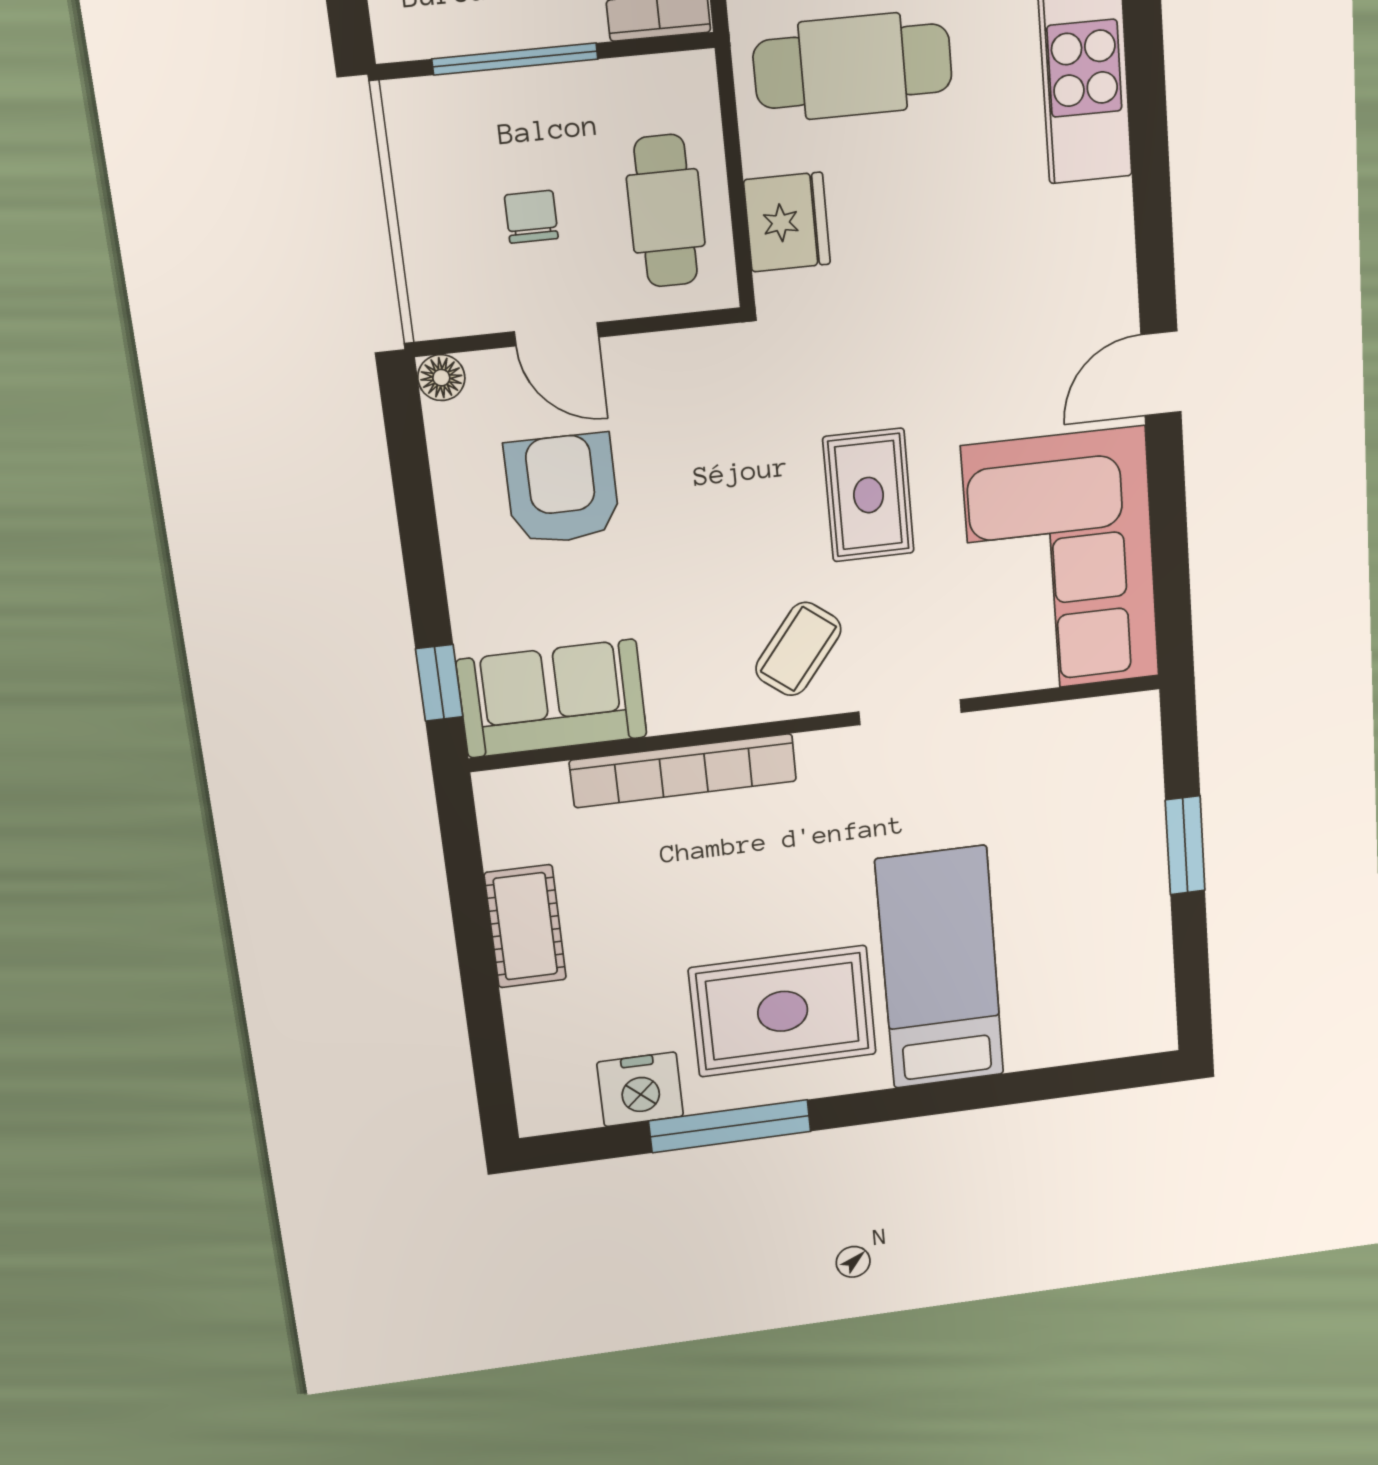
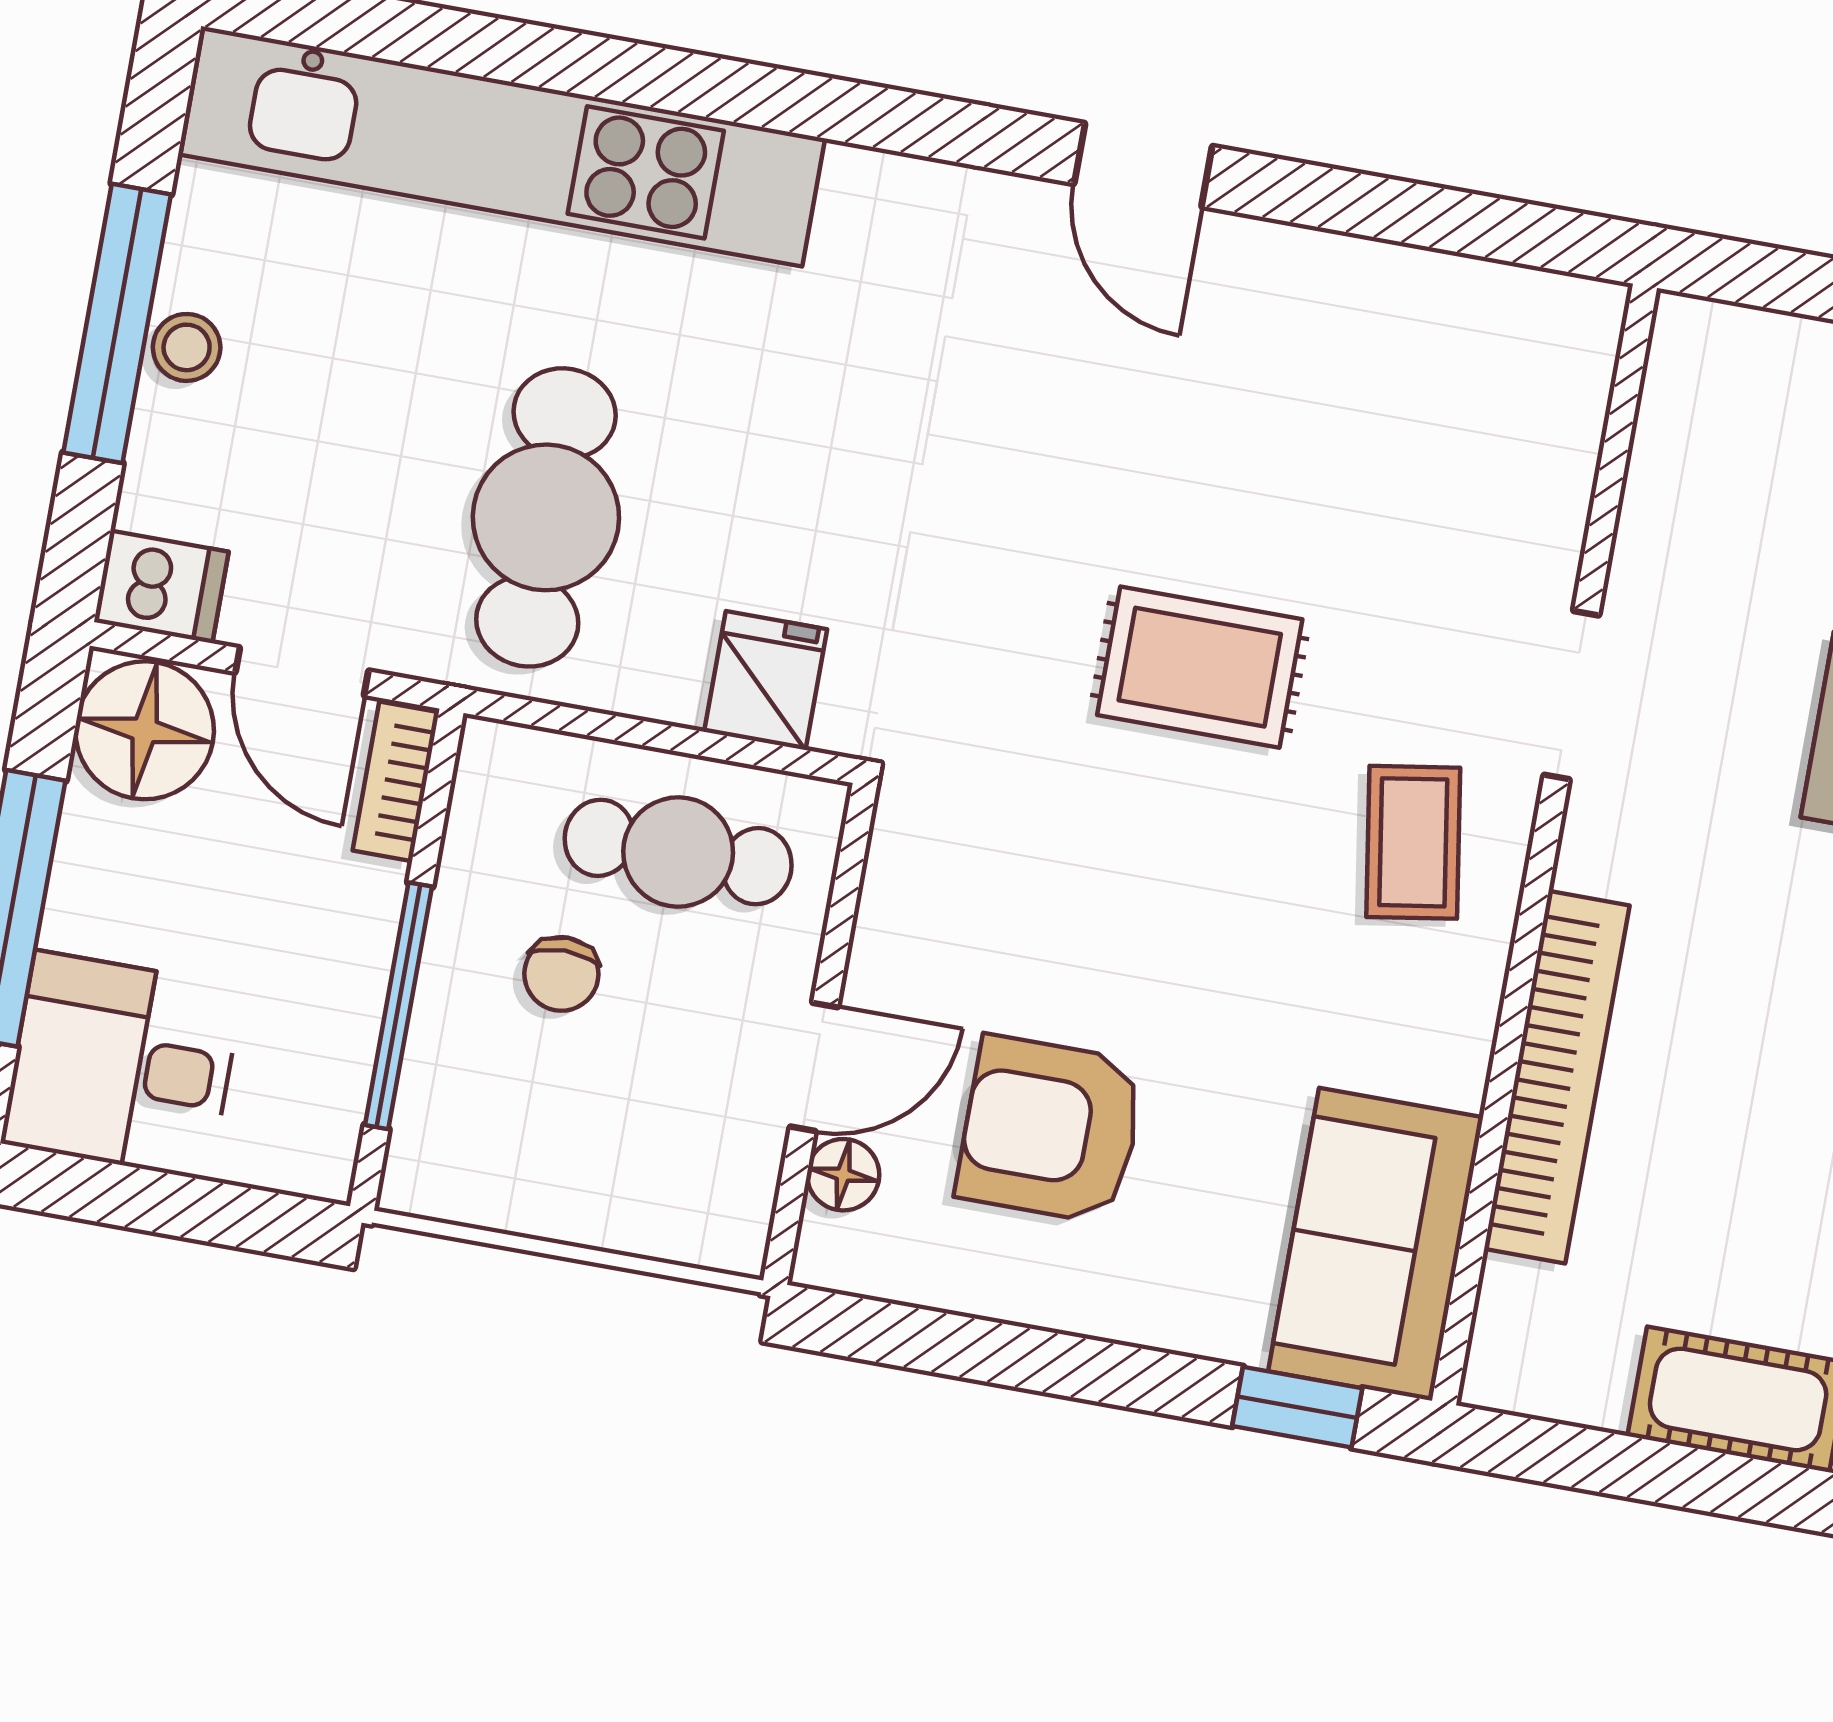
chair: (531, 217) -> (561, 974), moved, turned -90
fridge: (787, 222) -> (766, 681), width x0.72
floor lamp: (441, 378) -> (843, 1175), moved
corner sofa: (1061, 562) -> (1399, 395), removed
coffee table: (798, 649) -> (1413, 842), turned 43

